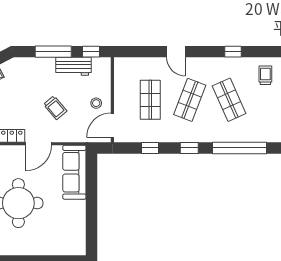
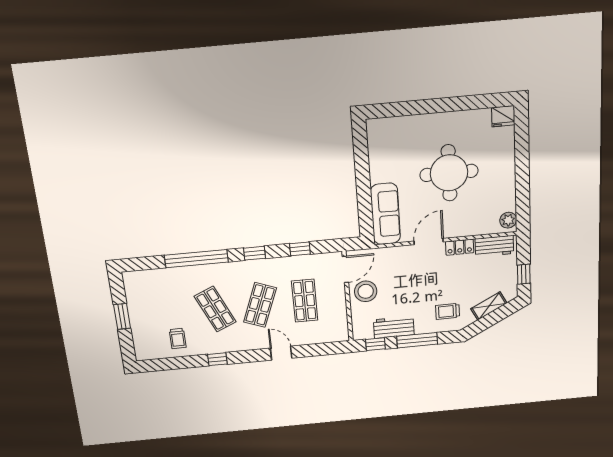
stool: (96, 103) -> (366, 291), width x1.89, depth x1.89
trolley: (55, 108) -> (448, 311), moved, turned -50

